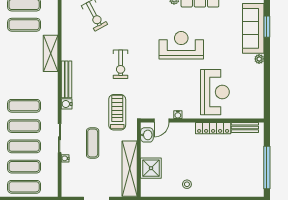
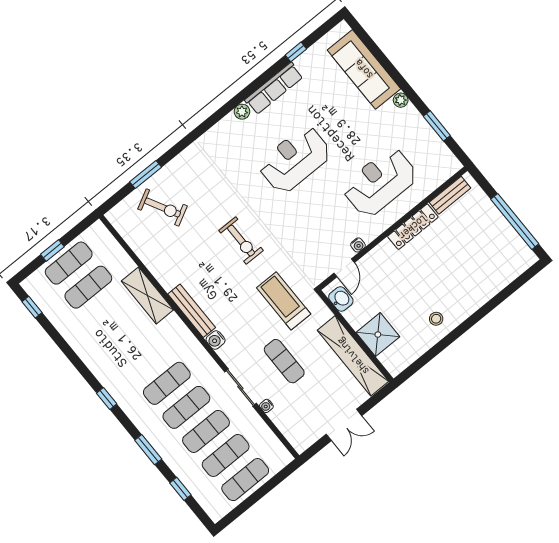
window: (267, 27) -> (437, 126), moved
reception desk: (215, 92) -> (380, 182), turned -90

